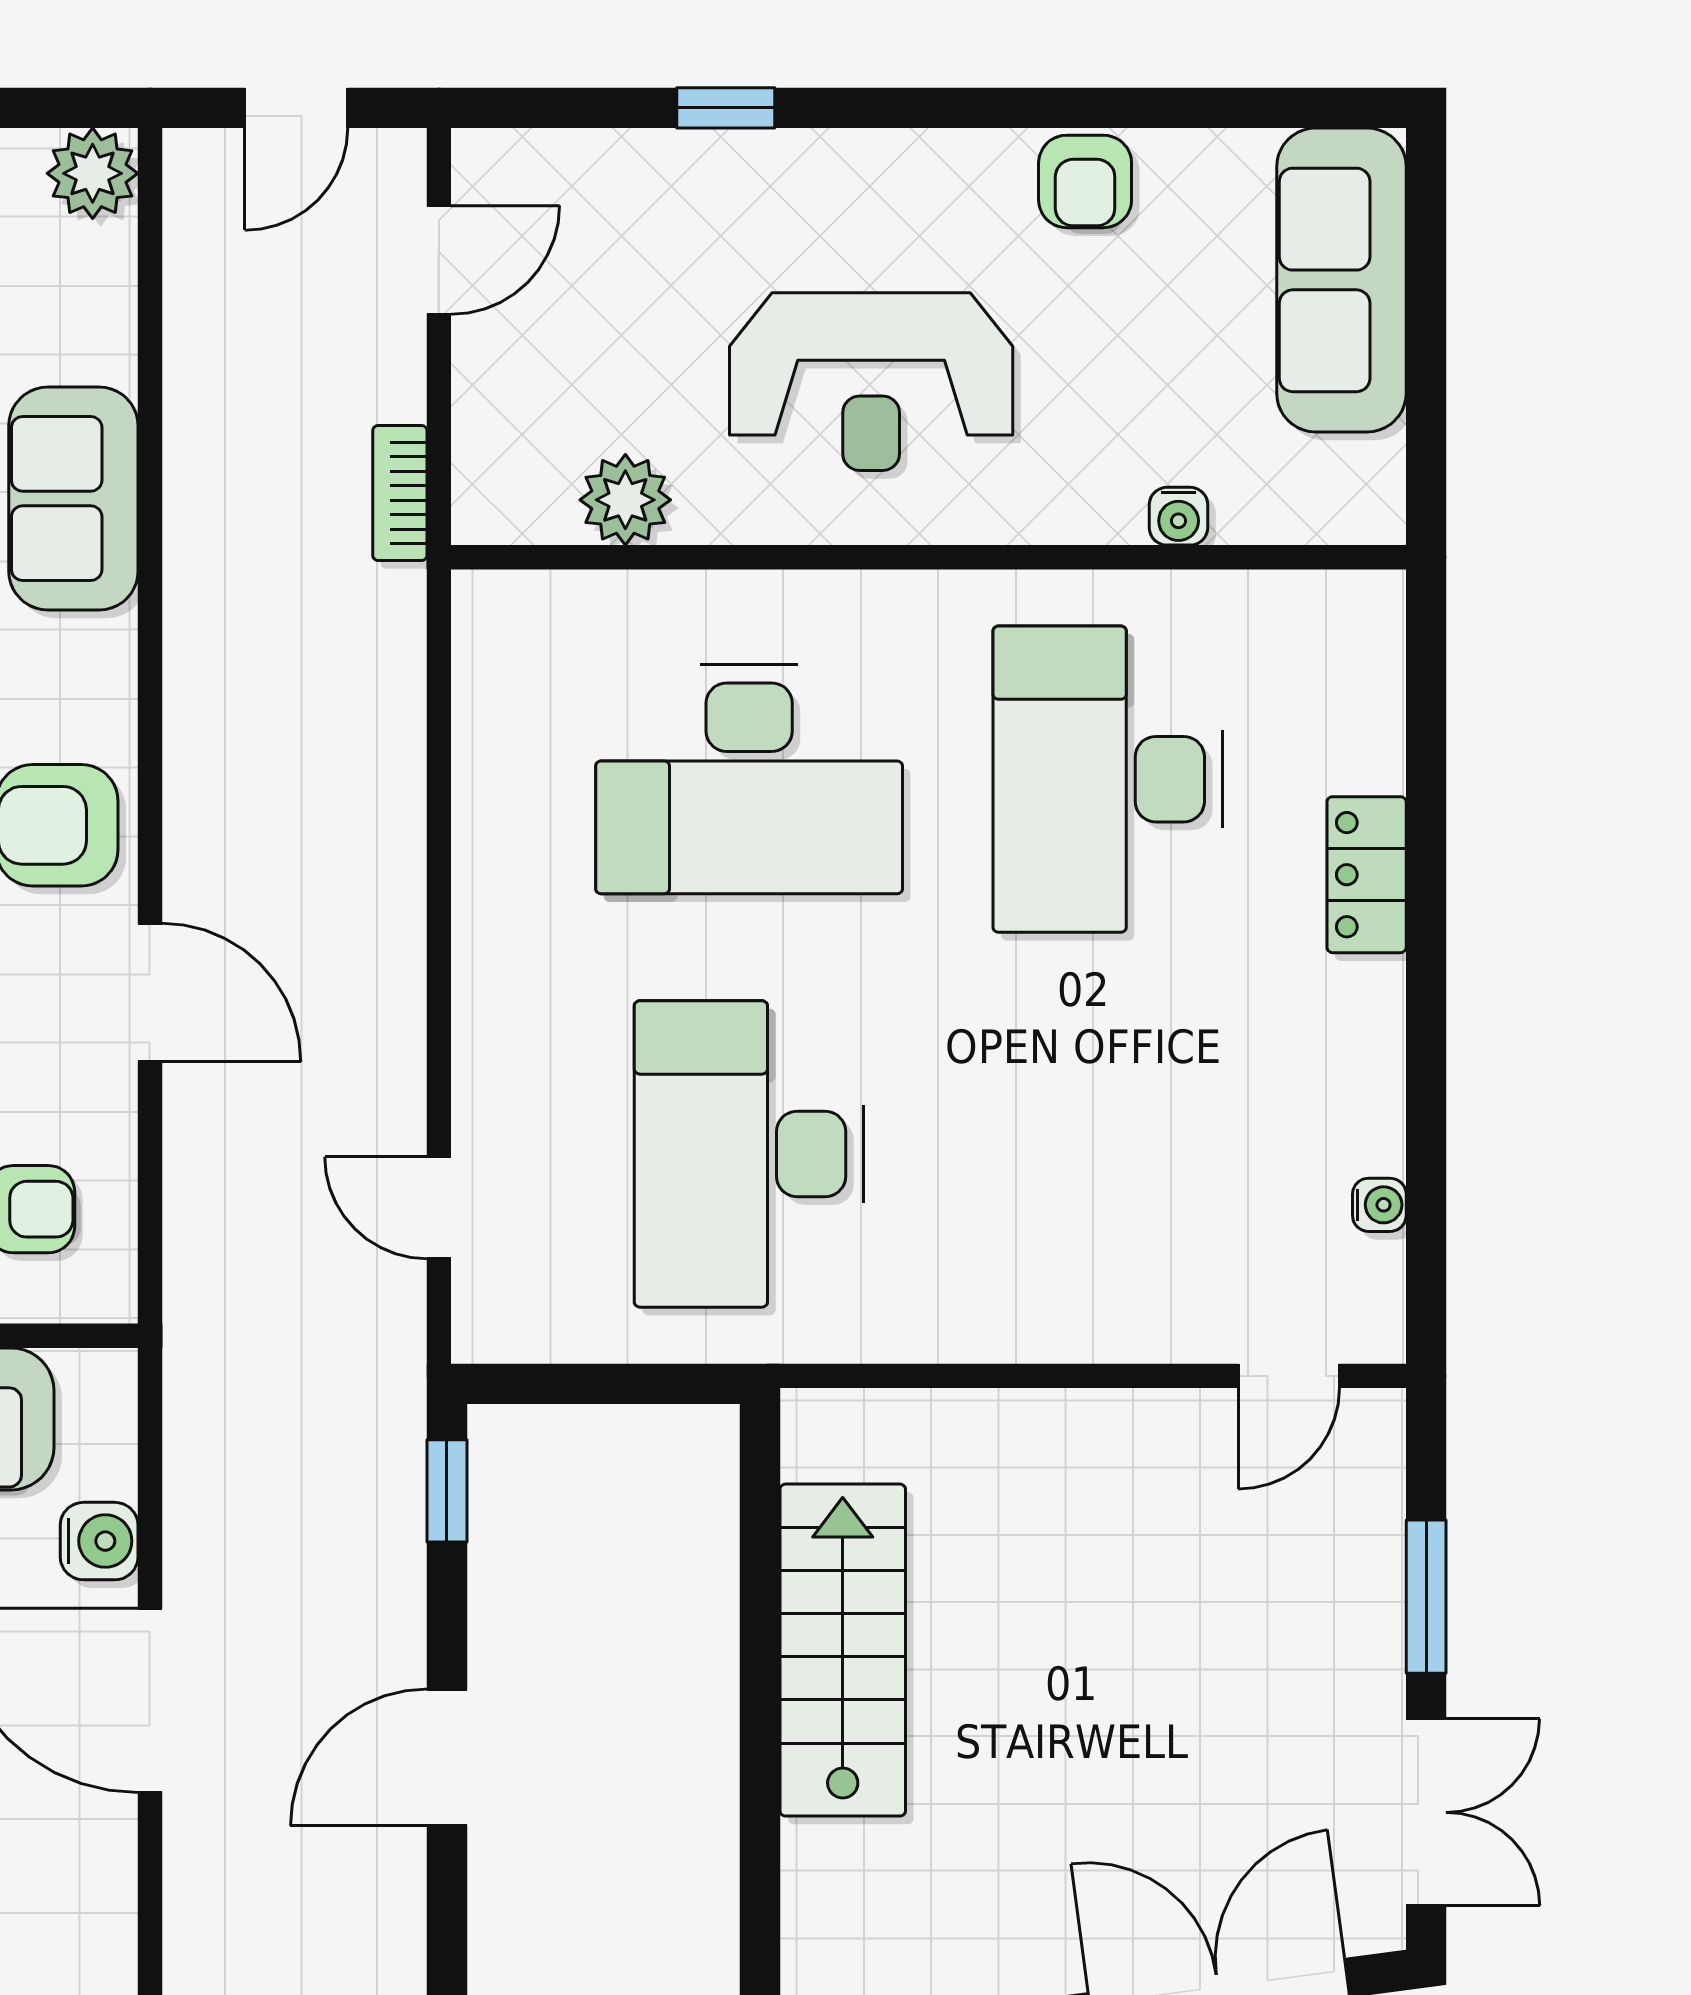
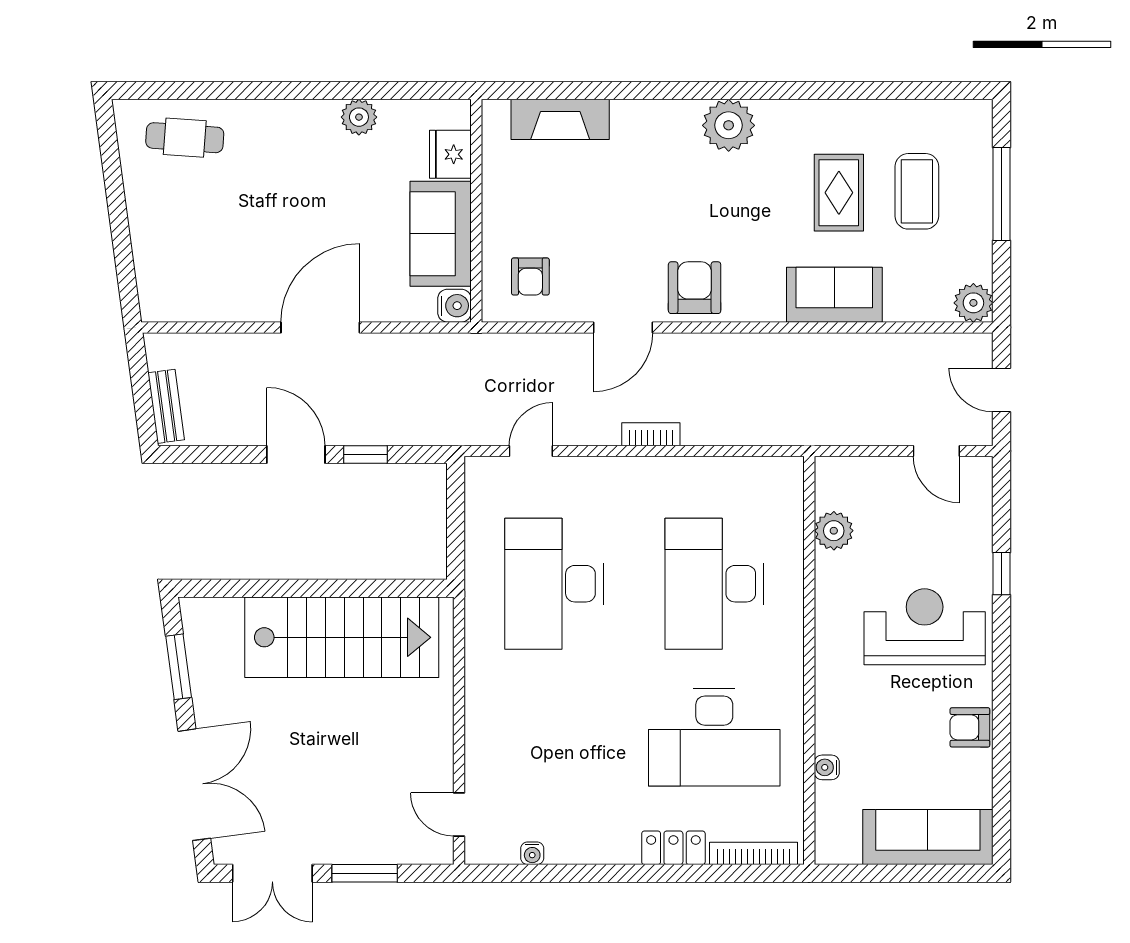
reception desk: (871, 382) -> (925, 627), moved, turned 90
bookcase: (400, 493) -> (651, 434), moved
bookcase: (1380, 688) -> (753, 853), added
desk: (1108, 779) -> (714, 737), turned 180
desk: (749, 1154) -> (554, 584), turned -90
window: (447, 1491) -> (365, 454), moved
water cooler: (99, 1541) -> (454, 306), moved, turned -90
stairs: (843, 1650) -> (342, 637), width x1.36, depth x1.51

